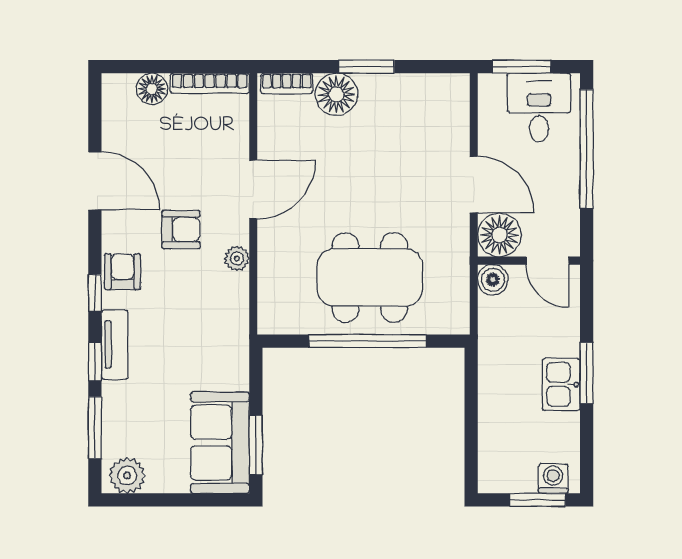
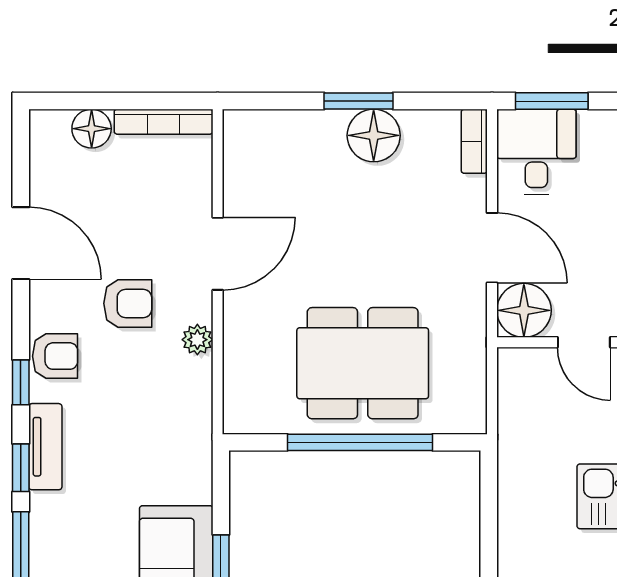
bookcase: (287, 84) -> (474, 141), moved, turned 90
floor lamp: (336, 94) -> (374, 135), moved
desk: (539, 107) -> (536, 152), moved
armchair: (123, 272) -> (55, 356), turned 90
boiler: (493, 280) -> (516, 366), removed

